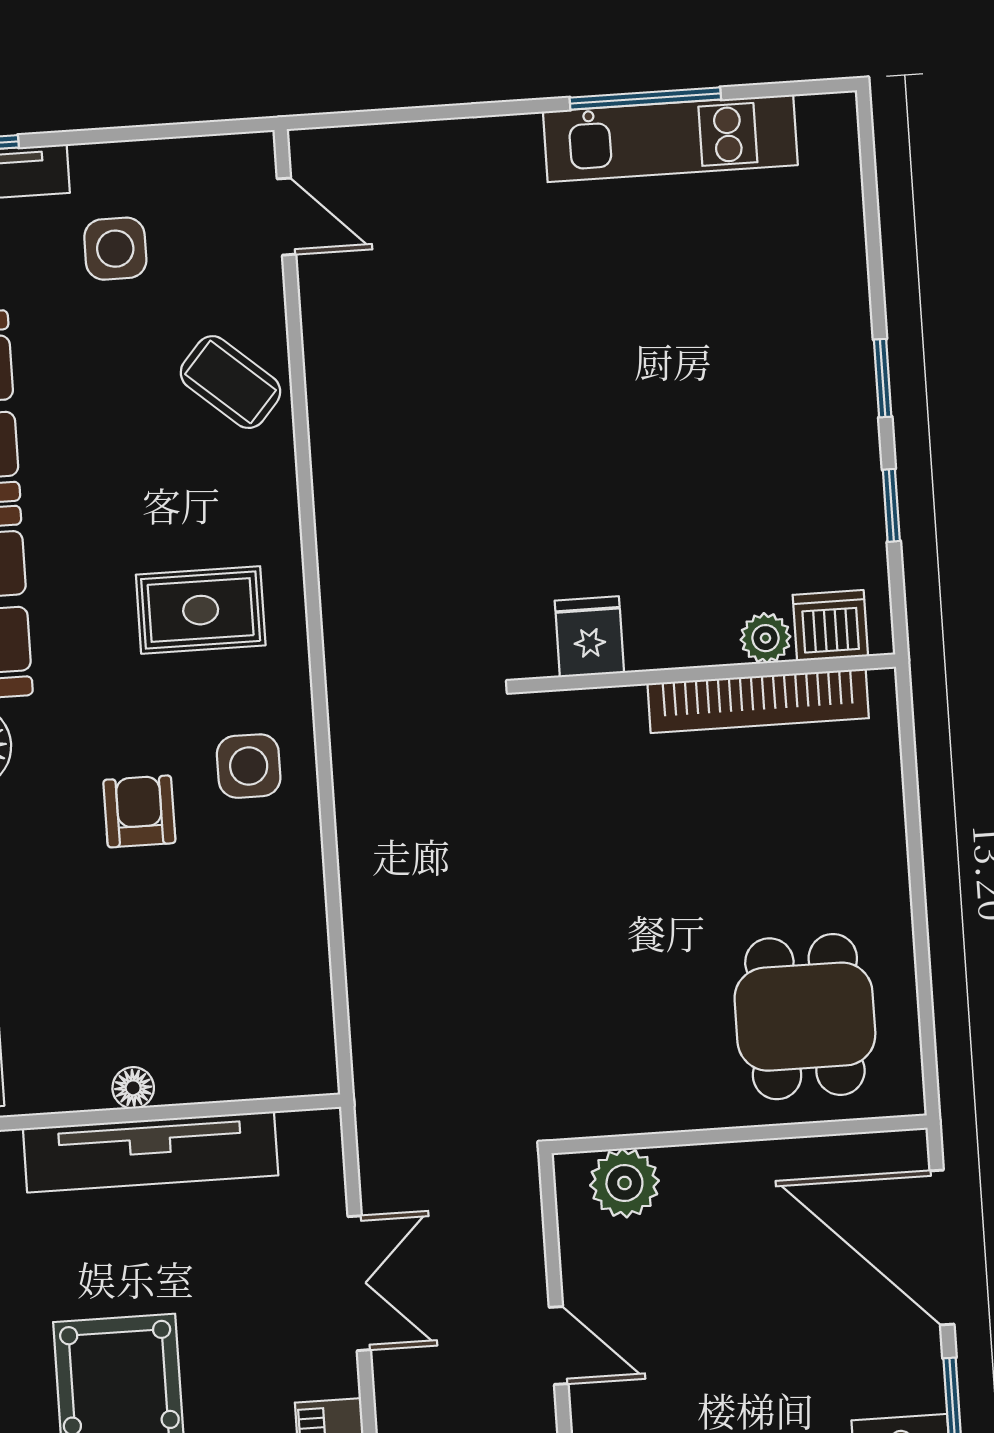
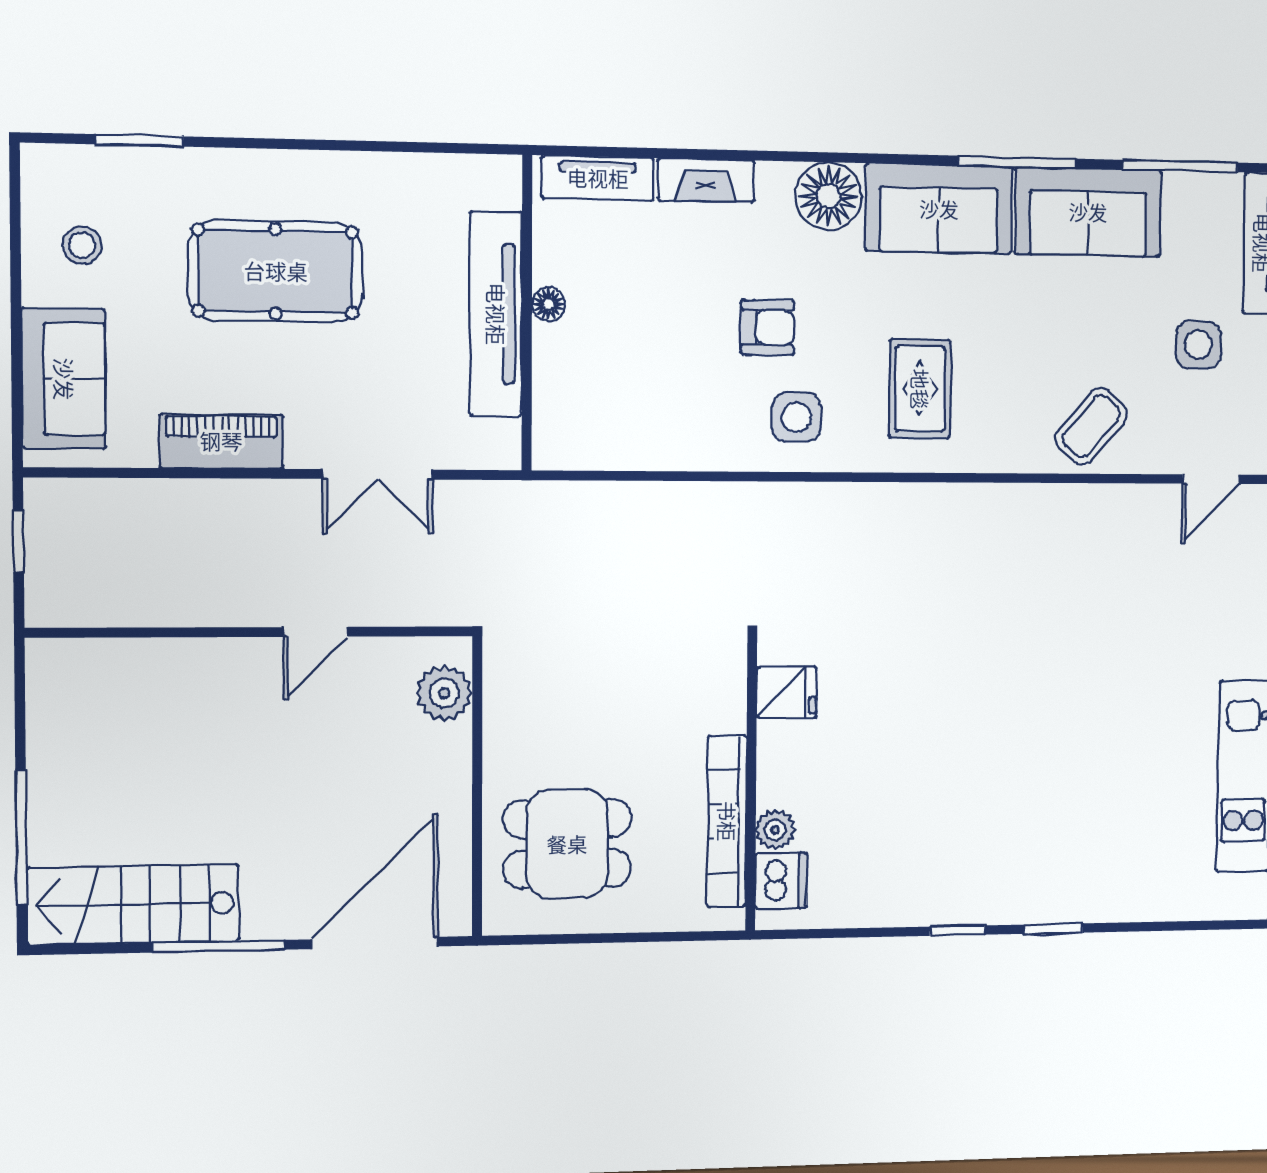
dishwasher: (830, 626) -> (781, 881), moved
fridge: (589, 637) -> (787, 692), moved
plant: (766, 638) -> (775, 830), moved
wall: (708, 673) -> (751, 783), moved
bookcase: (758, 701) -> (727, 821), moved

